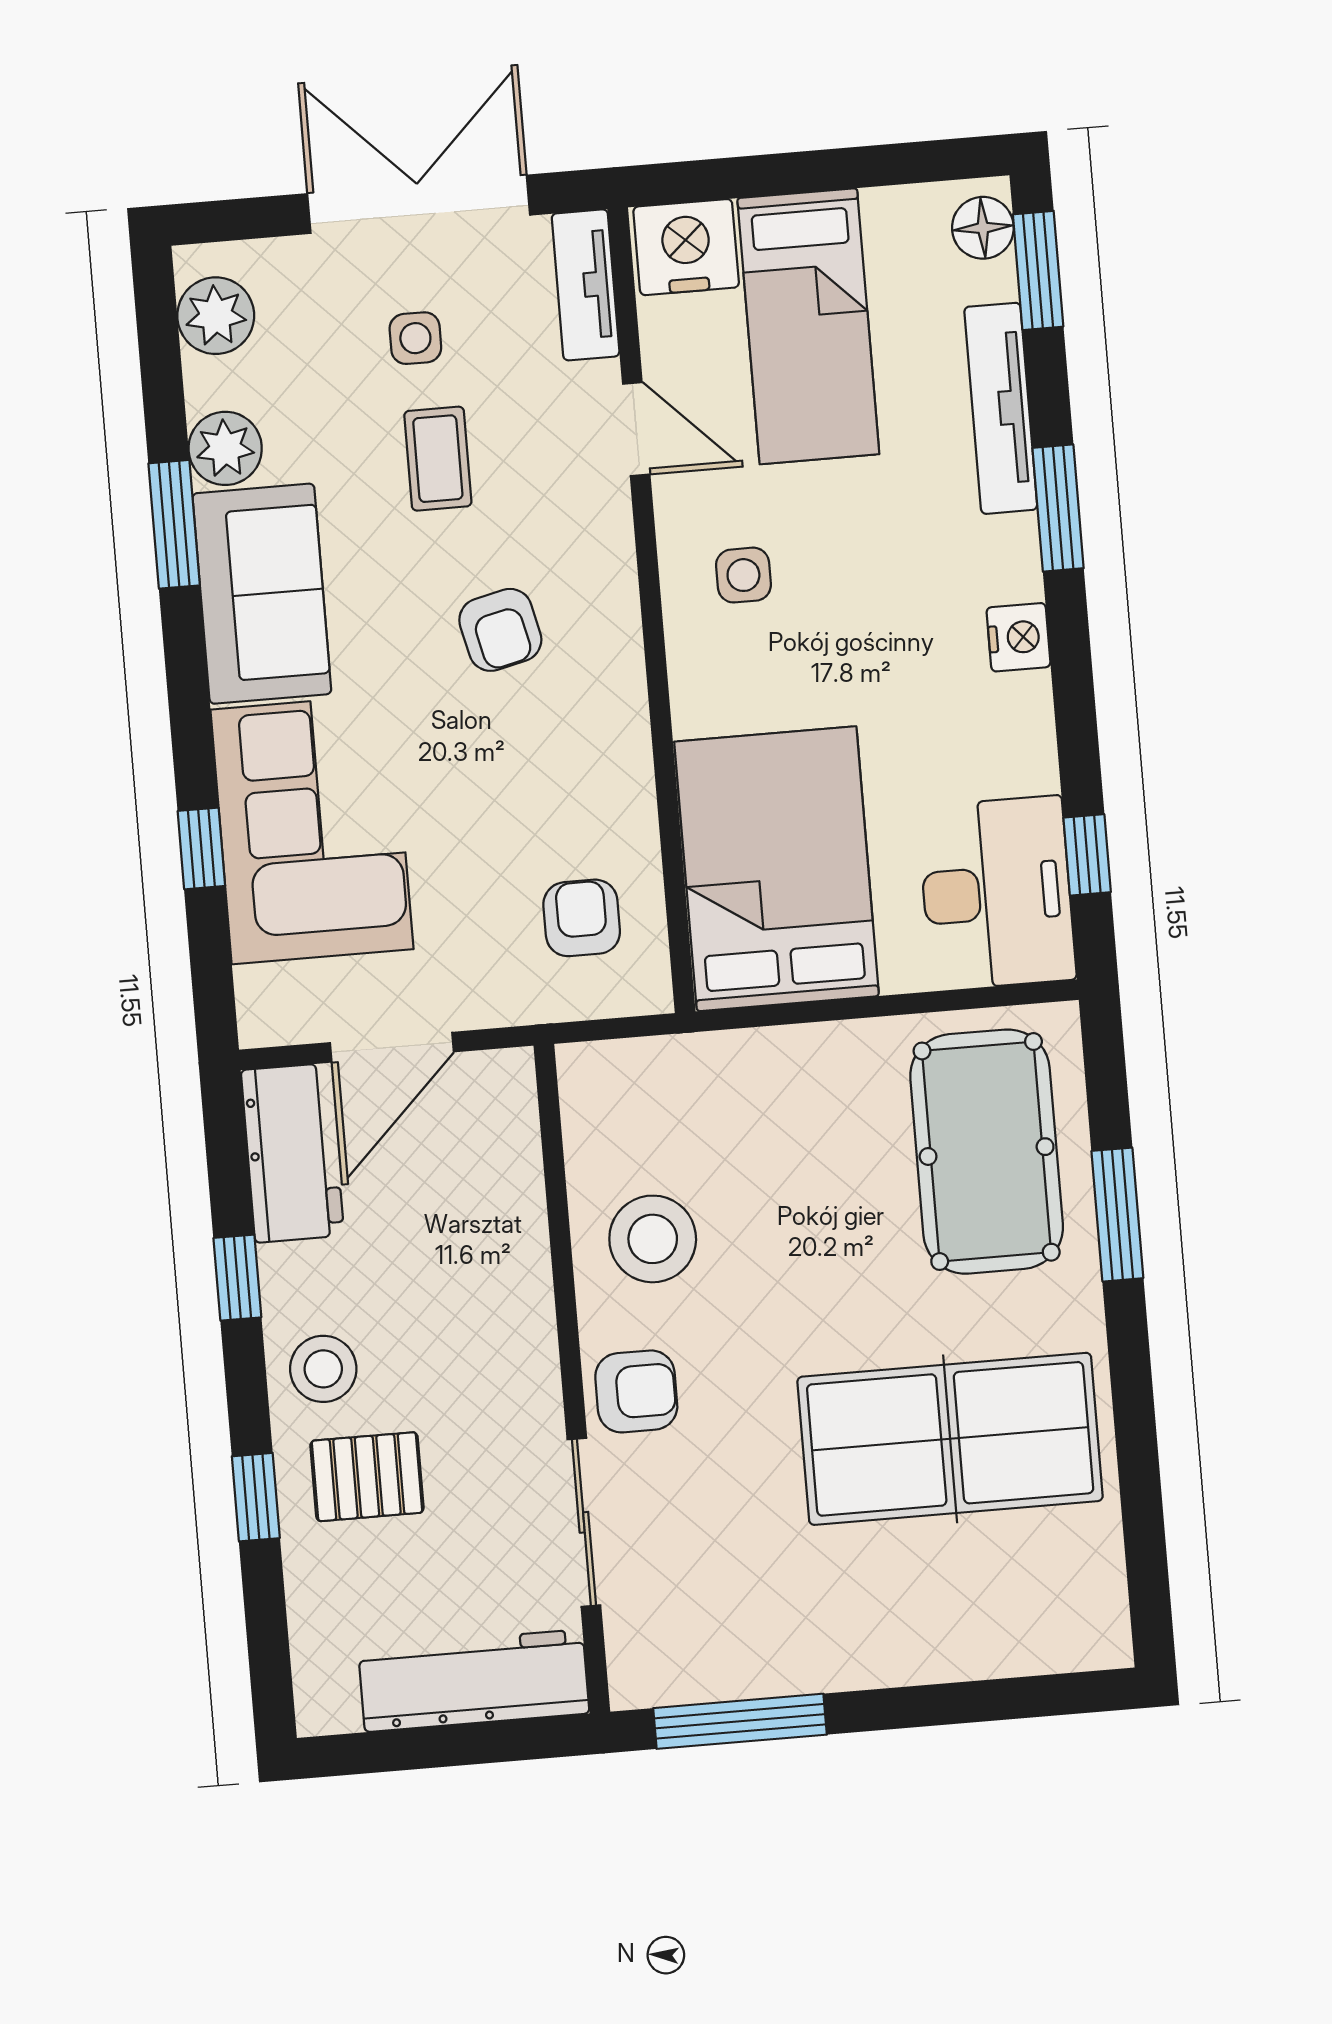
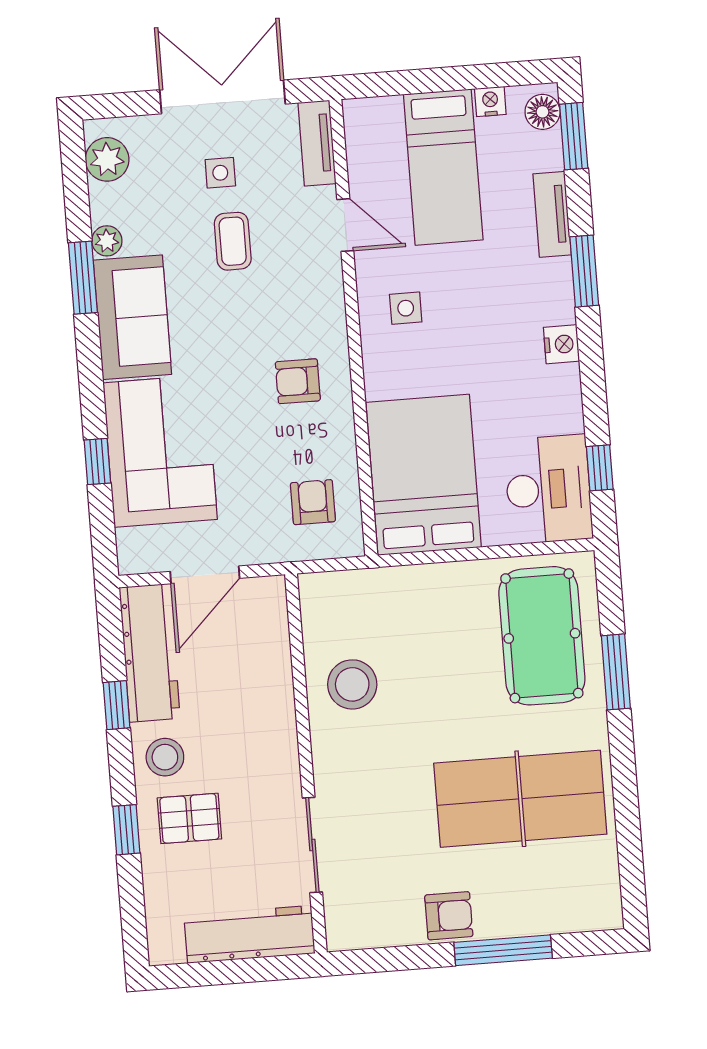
nightstand: (686, 247) -> (490, 102), moved, width x0.53, depth x0.56
tv unit: (1001, 408) -> (552, 214), width x0.71
plant: (225, 448) -> (107, 241), width x0.73, depth x0.73
armchair: (500, 630) -> (298, 381), moved, turned 103
workbench: (292, 1153) -> (150, 653), width x1.38
armchair: (636, 1391) -> (449, 916), moved
window: (740, 1721) -> (503, 950), moved

